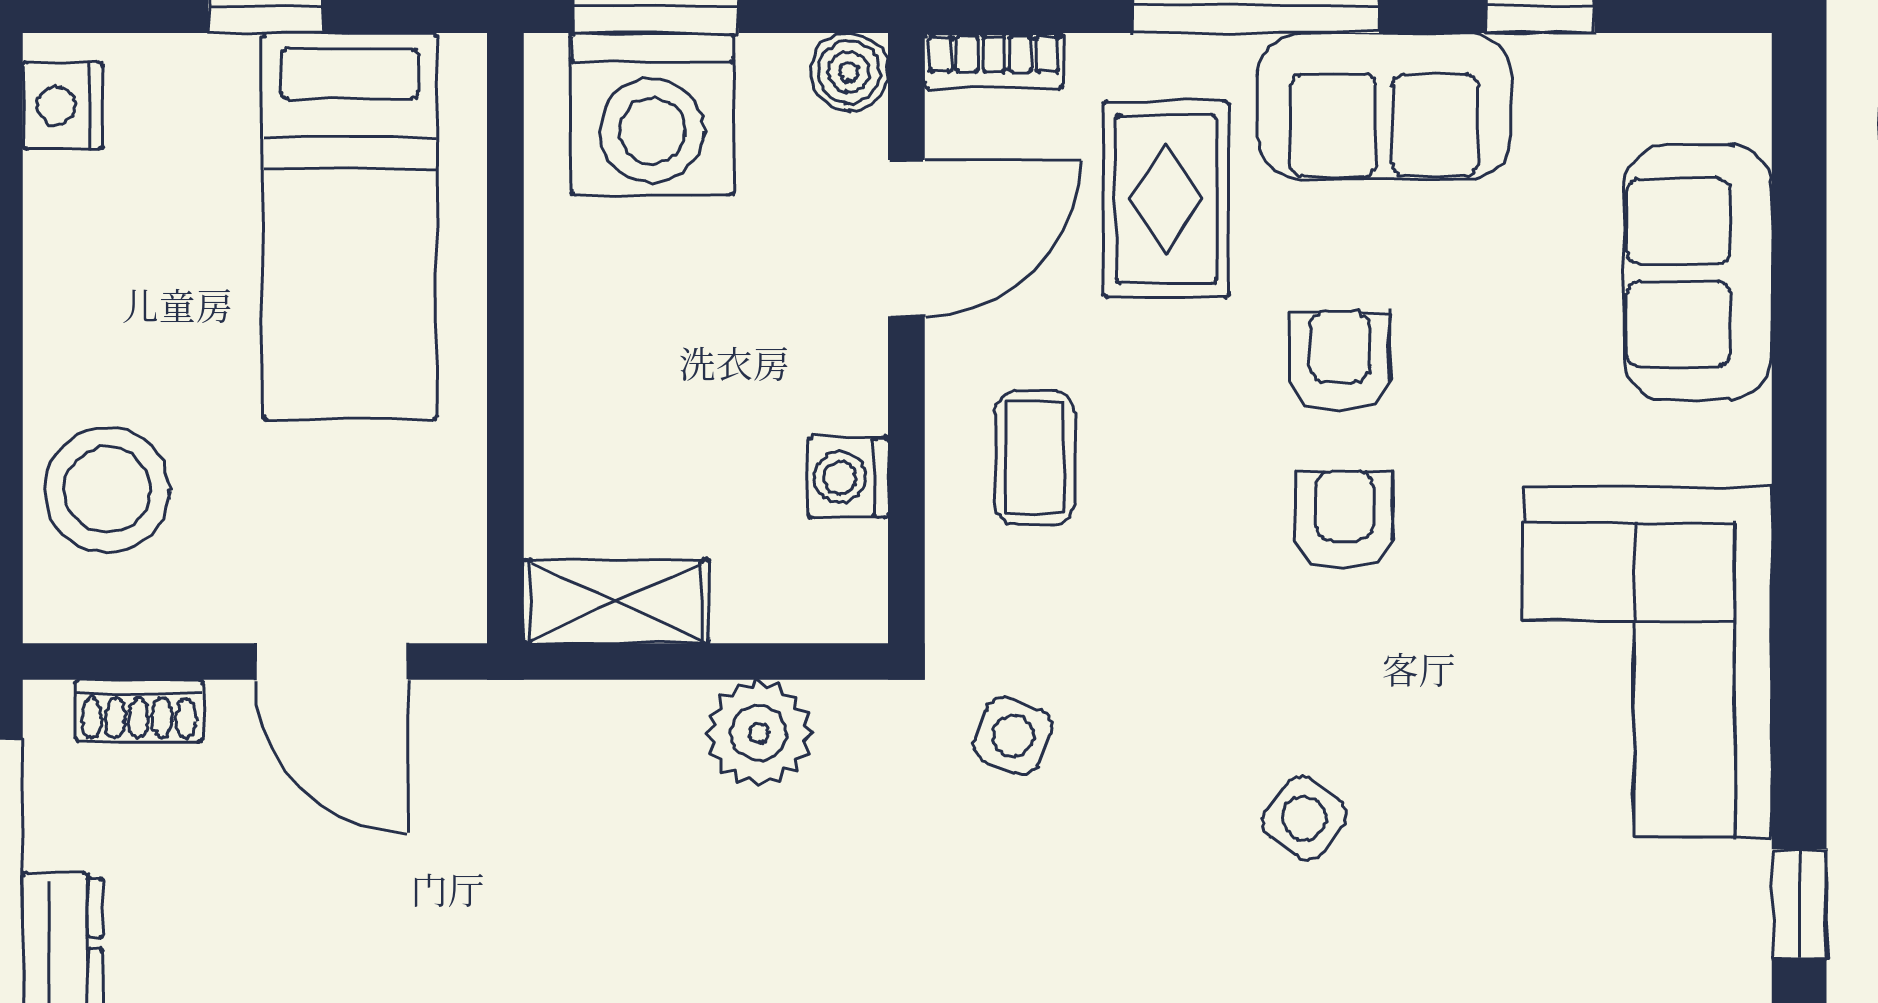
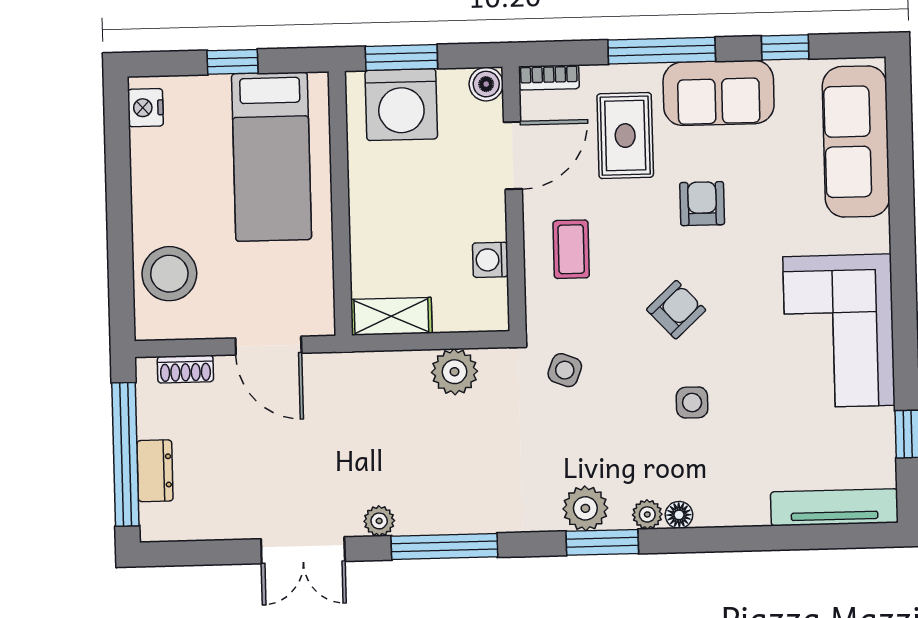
sofa: (1698, 273) -> (856, 141), width x1.36
armchair: (1344, 520) -> (676, 310), moved, turned 47
side table: (1304, 818) -> (692, 402), turned -37

